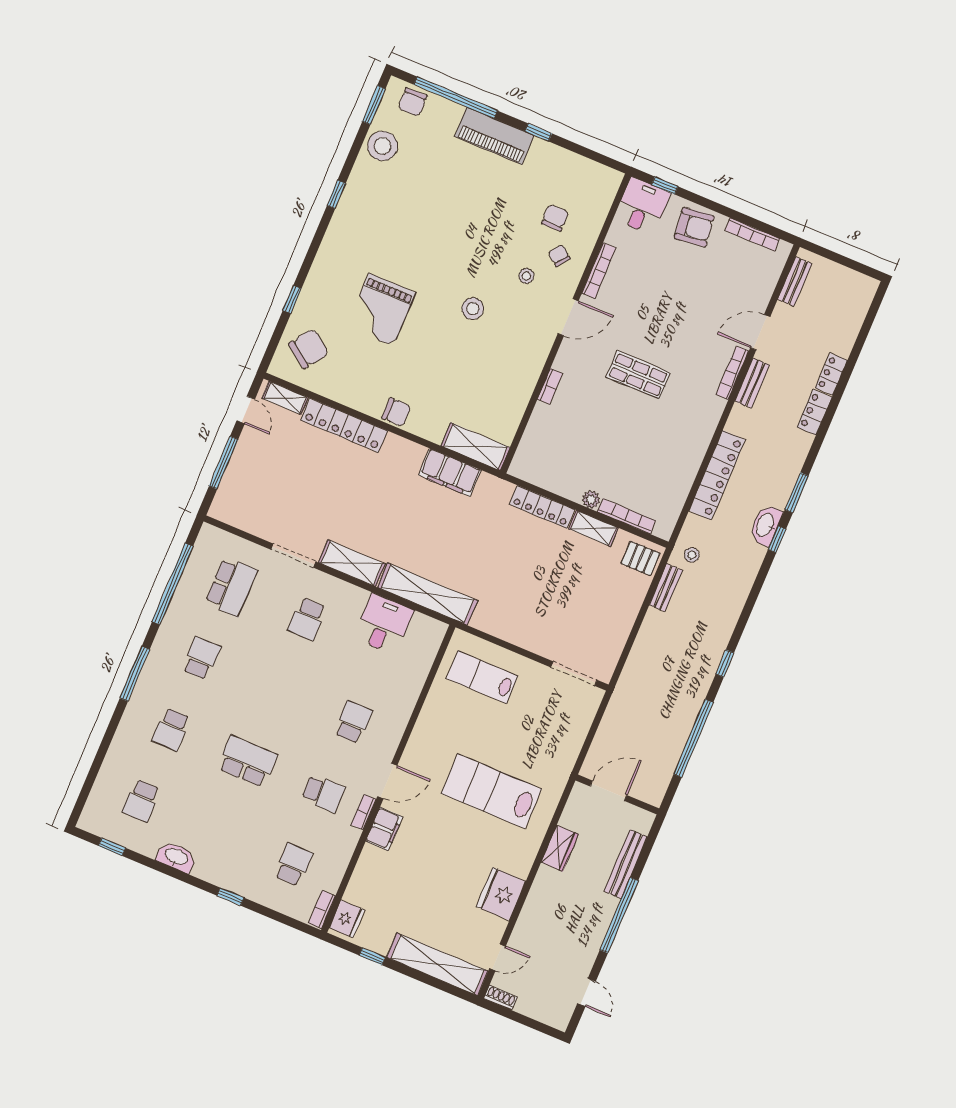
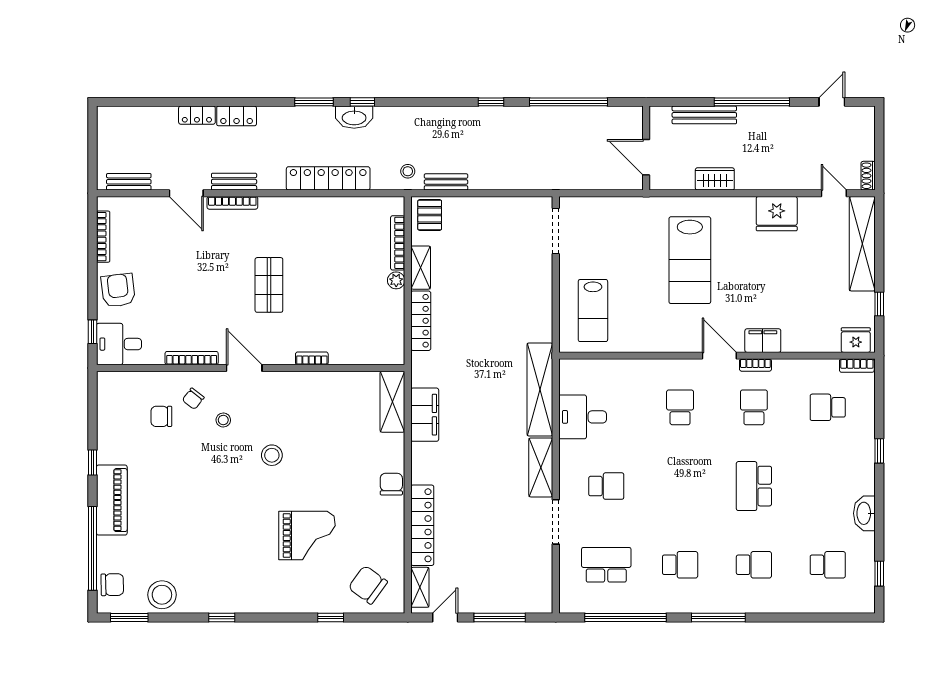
school desk: (201, 658) -> (680, 565), turned 180
school desk: (353, 722) -> (680, 407), turned 90

